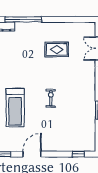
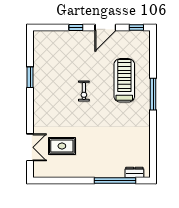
rug: (57, 49) -> (62, 146), moved
window: (78, 154) -> (76, 28), moved

